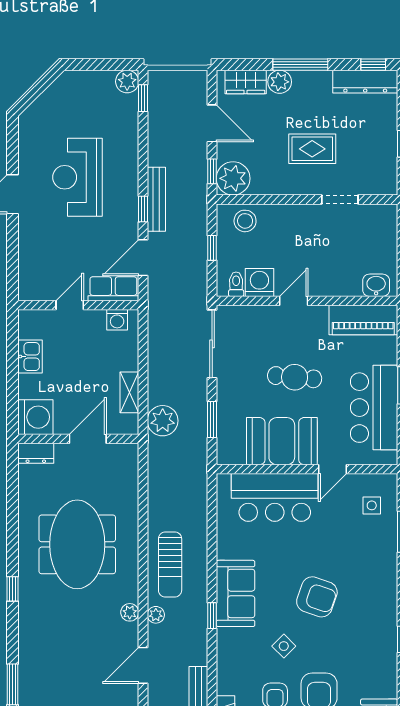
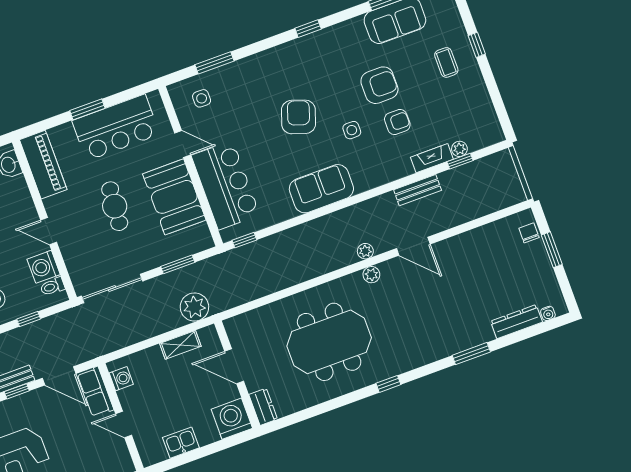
sun lounger: (170, 564) -> (317, 255), removed
window: (212, 616) -> (244, 240), moved
side table: (284, 646) -> (352, 130), turned 45

